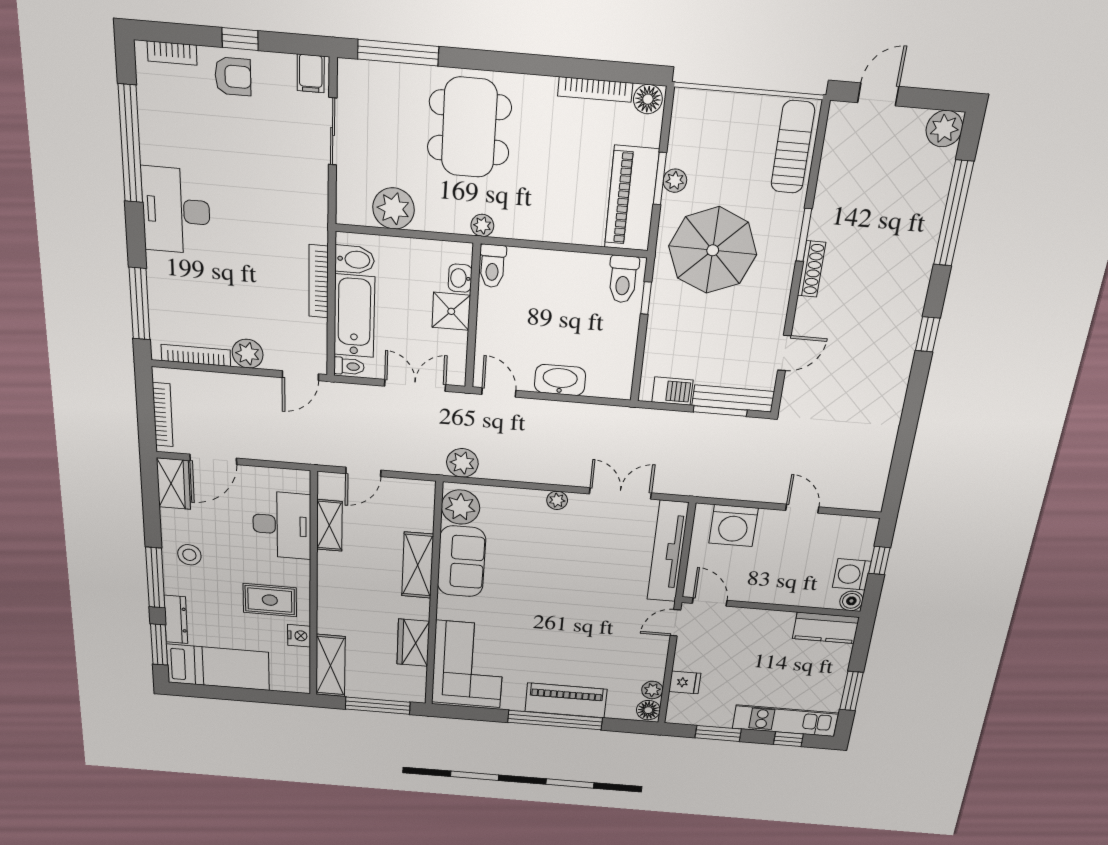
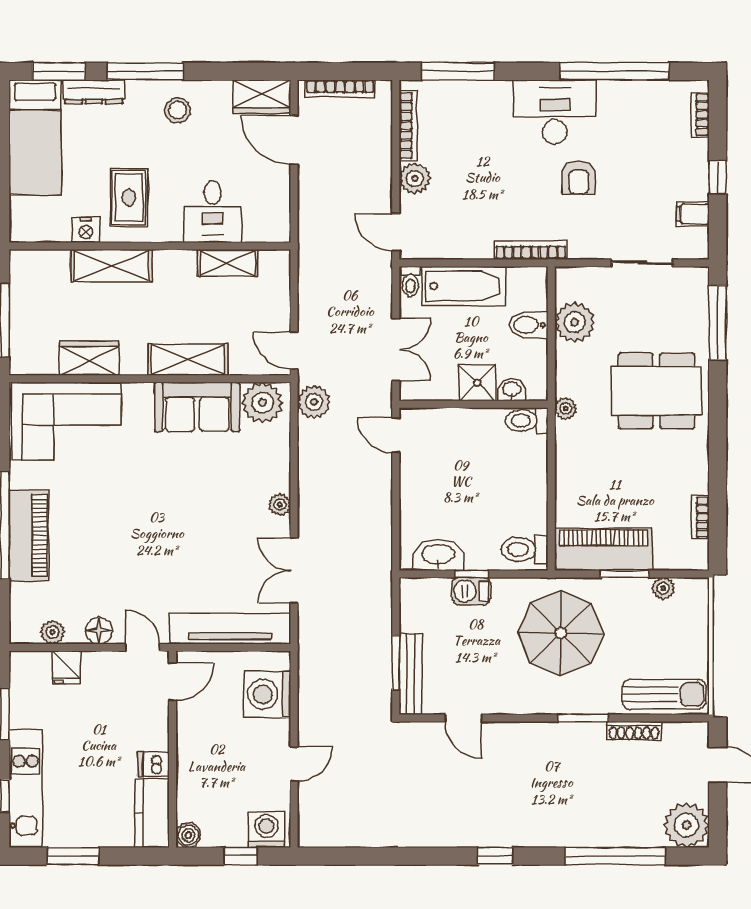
filing cabinet: (311, 73) -> (693, 214), moved
armchair: (233, 76) -> (579, 177), moved
bookcase: (595, 89) -> (700, 517), width x0.64
floor lamp: (648, 99) -> (696, 555), removed
plant: (944, 129) -> (686, 825), width x1.36, depth x1.36
plant: (675, 181) -> (663, 588), moved
bidet: (355, 259) -> (529, 325), moved, turned 90
shoe rack: (811, 269) -> (634, 731), moved
bookcase: (318, 281) -> (531, 250), moved
window: (646, 298) -> (472, 574), moved
washbasin: (560, 380) -> (438, 555), moved, turned -90
barbecue: (672, 391) -> (471, 591), moved, turned 90
door: (499, 392) -> (396, 435), swing flipped
door: (363, 472) -> (294, 351), moved
double door: (620, 493) -> (294, 570), swing flipped
desk: (282, 525) -> (213, 212), width x0.73
washing machine: (852, 574) -> (266, 830), moved
dishwasher: (782, 623) -> (153, 764), added
shelving: (331, 666) -> (111, 266), moved
floor lamp: (648, 710) -> (99, 631), moved

